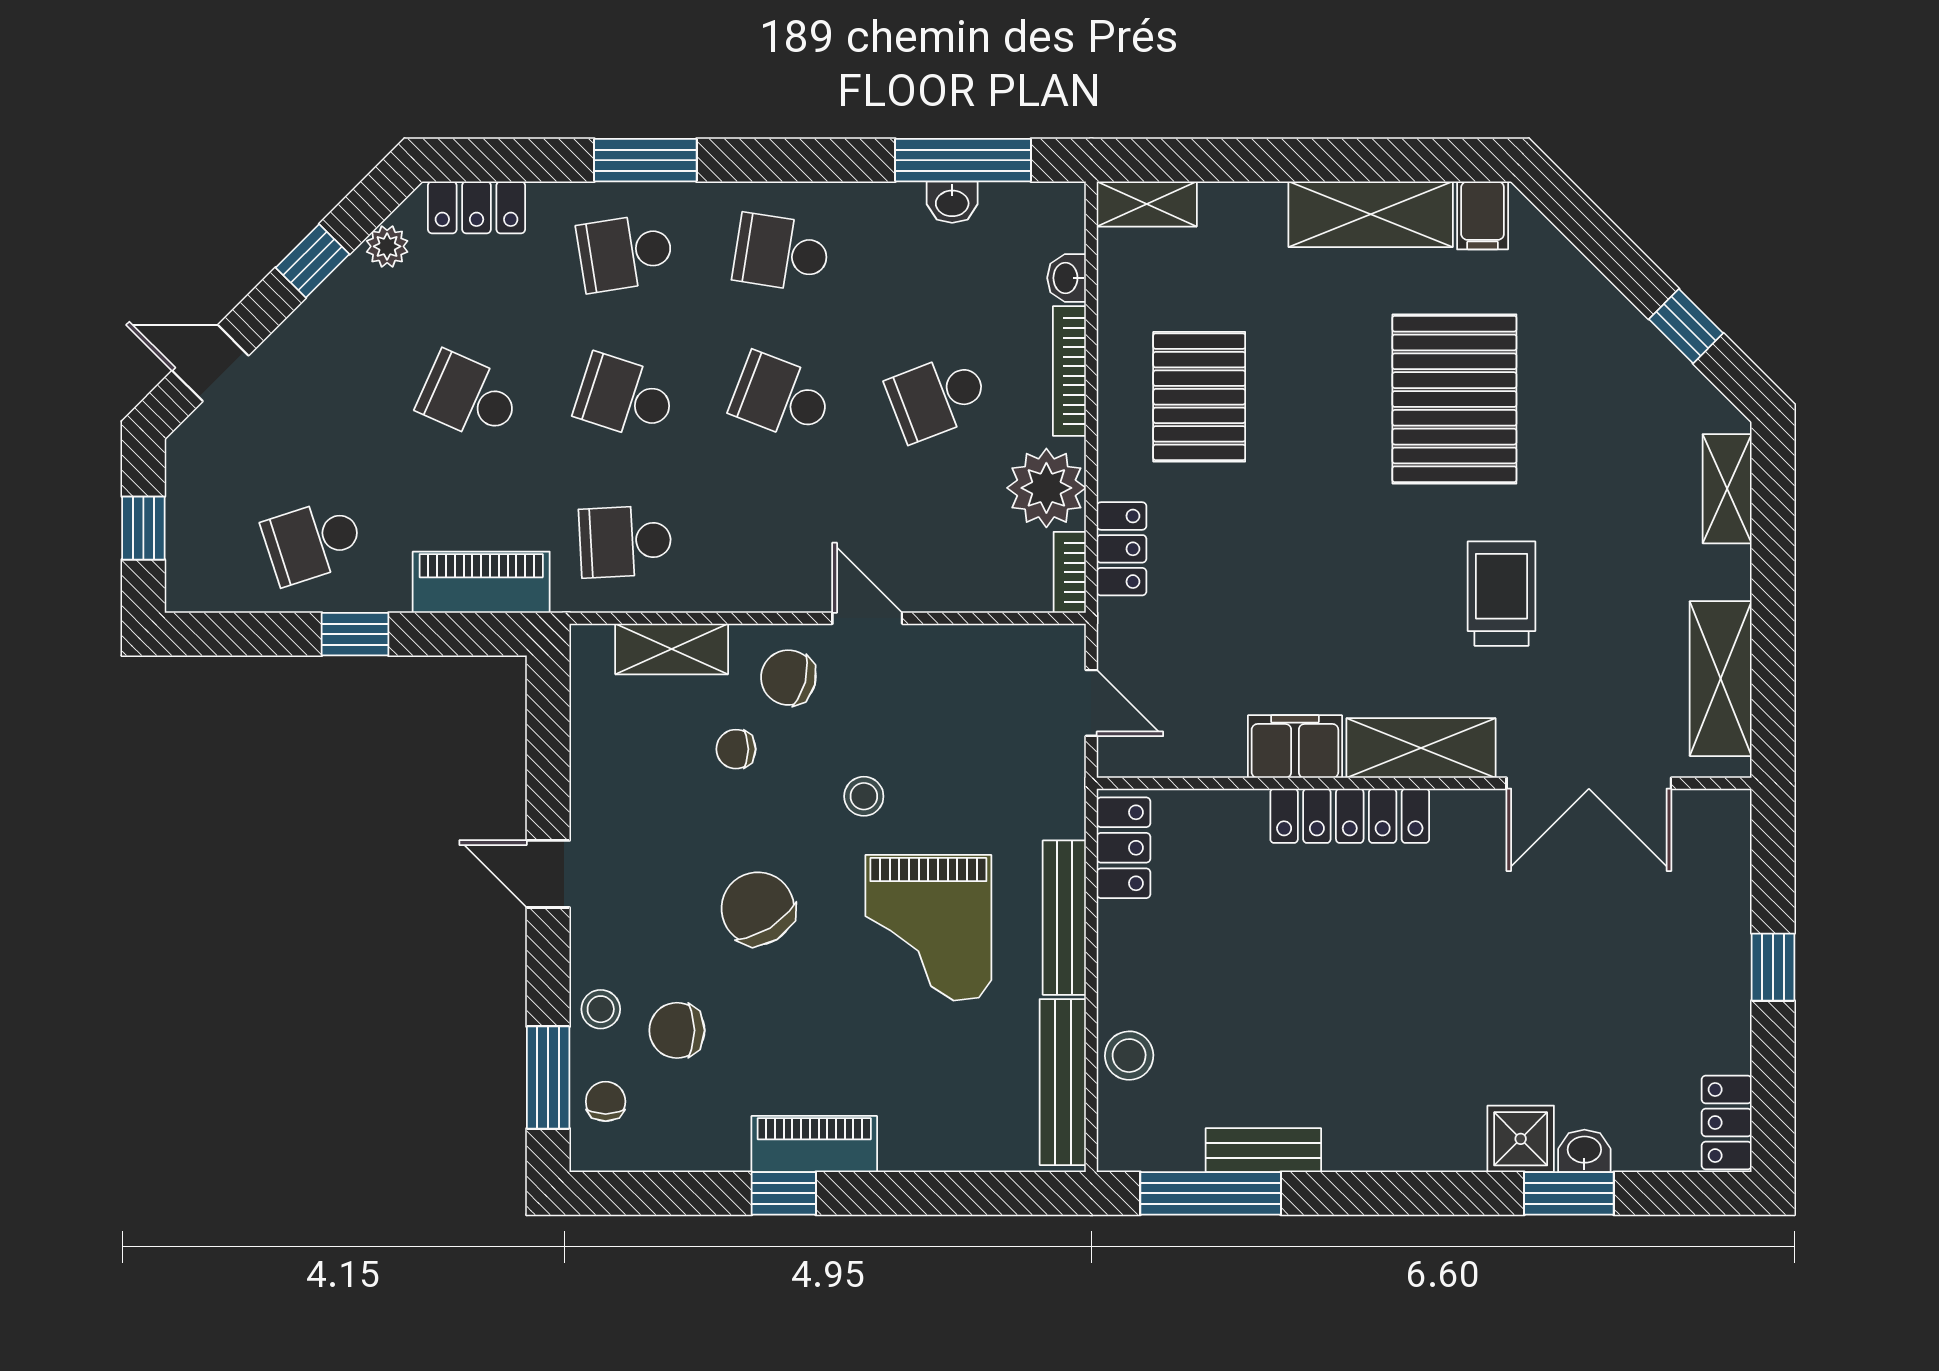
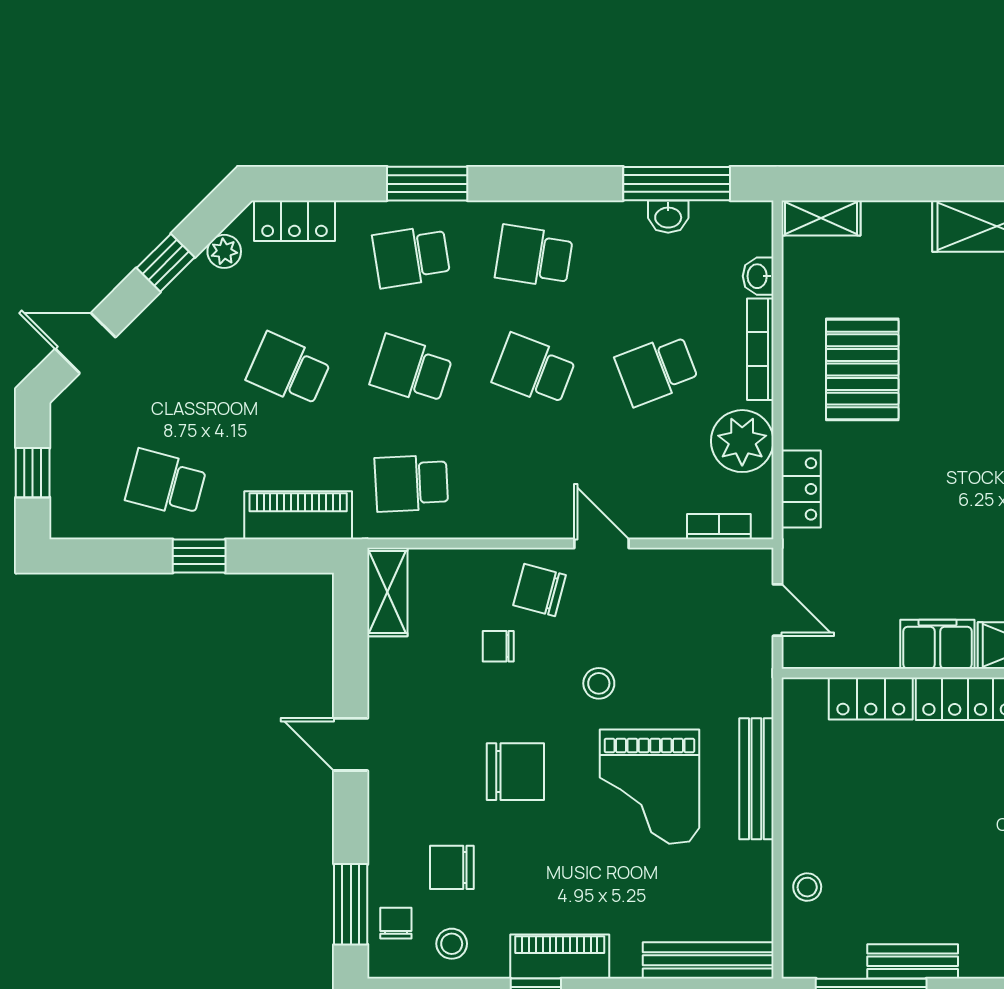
school desk: (313, 542) -> (166, 483), turned 33
bookcase: (1070, 572) -> (719, 527), moved, turned 90
shelving: (672, 649) -> (387, 592), moved, turned 90
locker: (1124, 848) -> (871, 698), moved, turned 90
chair: (758, 909) -> (515, 772), turned 122
stool: (601, 1009) -> (452, 944), moved
stool: (1129, 1056) -> (807, 887), width x0.73, depth x0.73
bench: (1063, 1082) -> (708, 960), moved, turned 90

